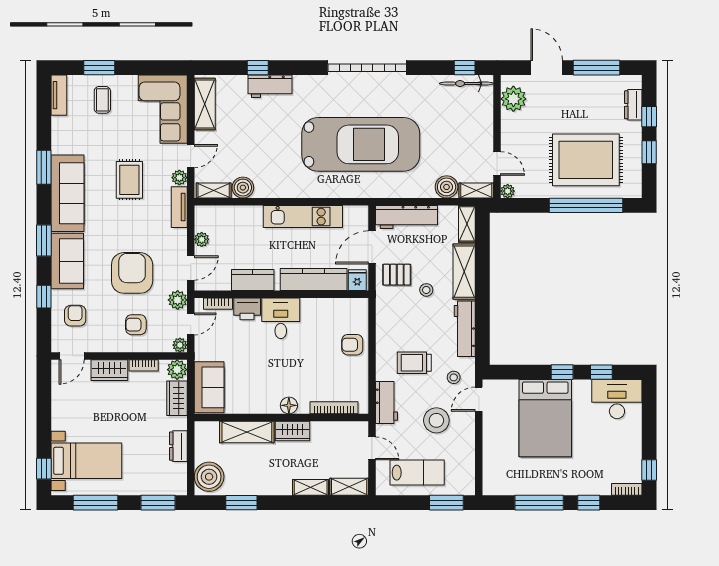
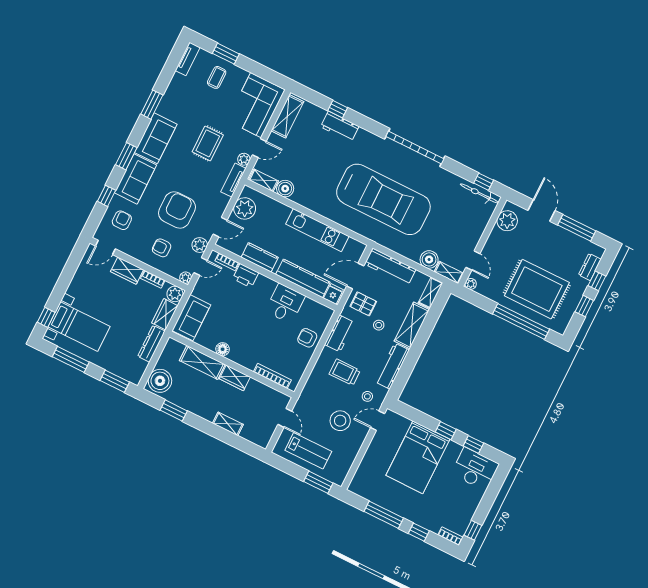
sofa: (67, 193) -> (156, 138), width x0.73
plant: (202, 239) -> (245, 208), width x1.87, depth x1.87
desk: (281, 318) -> (285, 304), moved
workbench: (386, 403) -> (340, 333), moved
floor lamp: (289, 405) -> (223, 349), moved
dresser: (178, 446) -> (151, 344), width x1.44
shelving: (349, 487) -> (255, 437), removed

